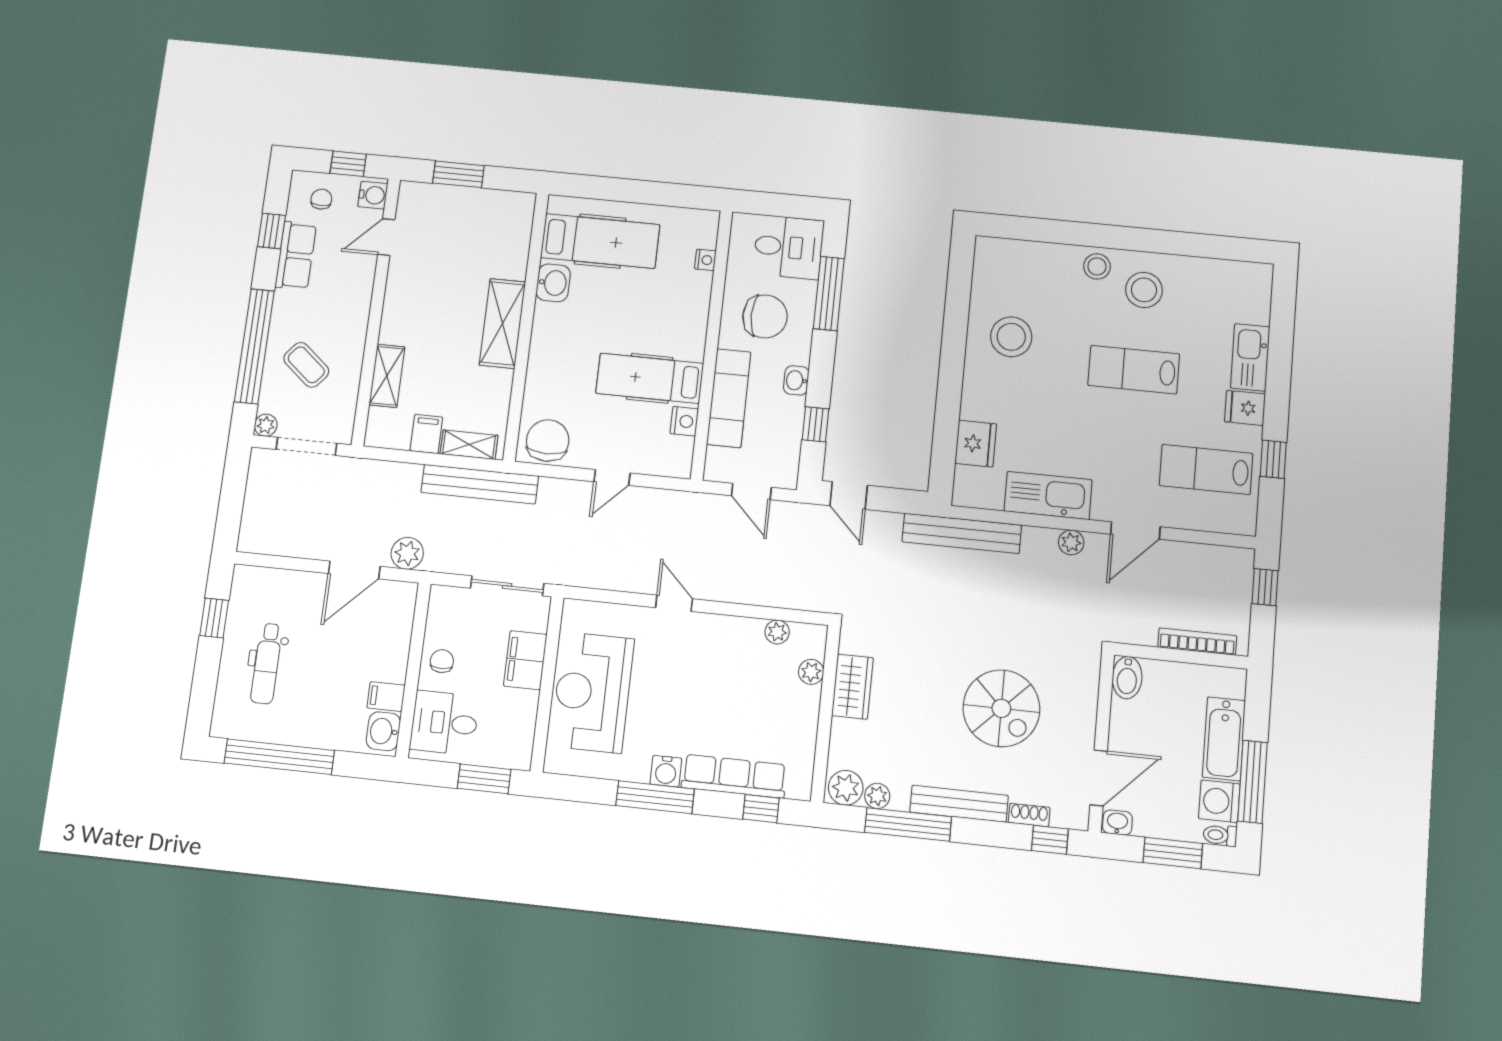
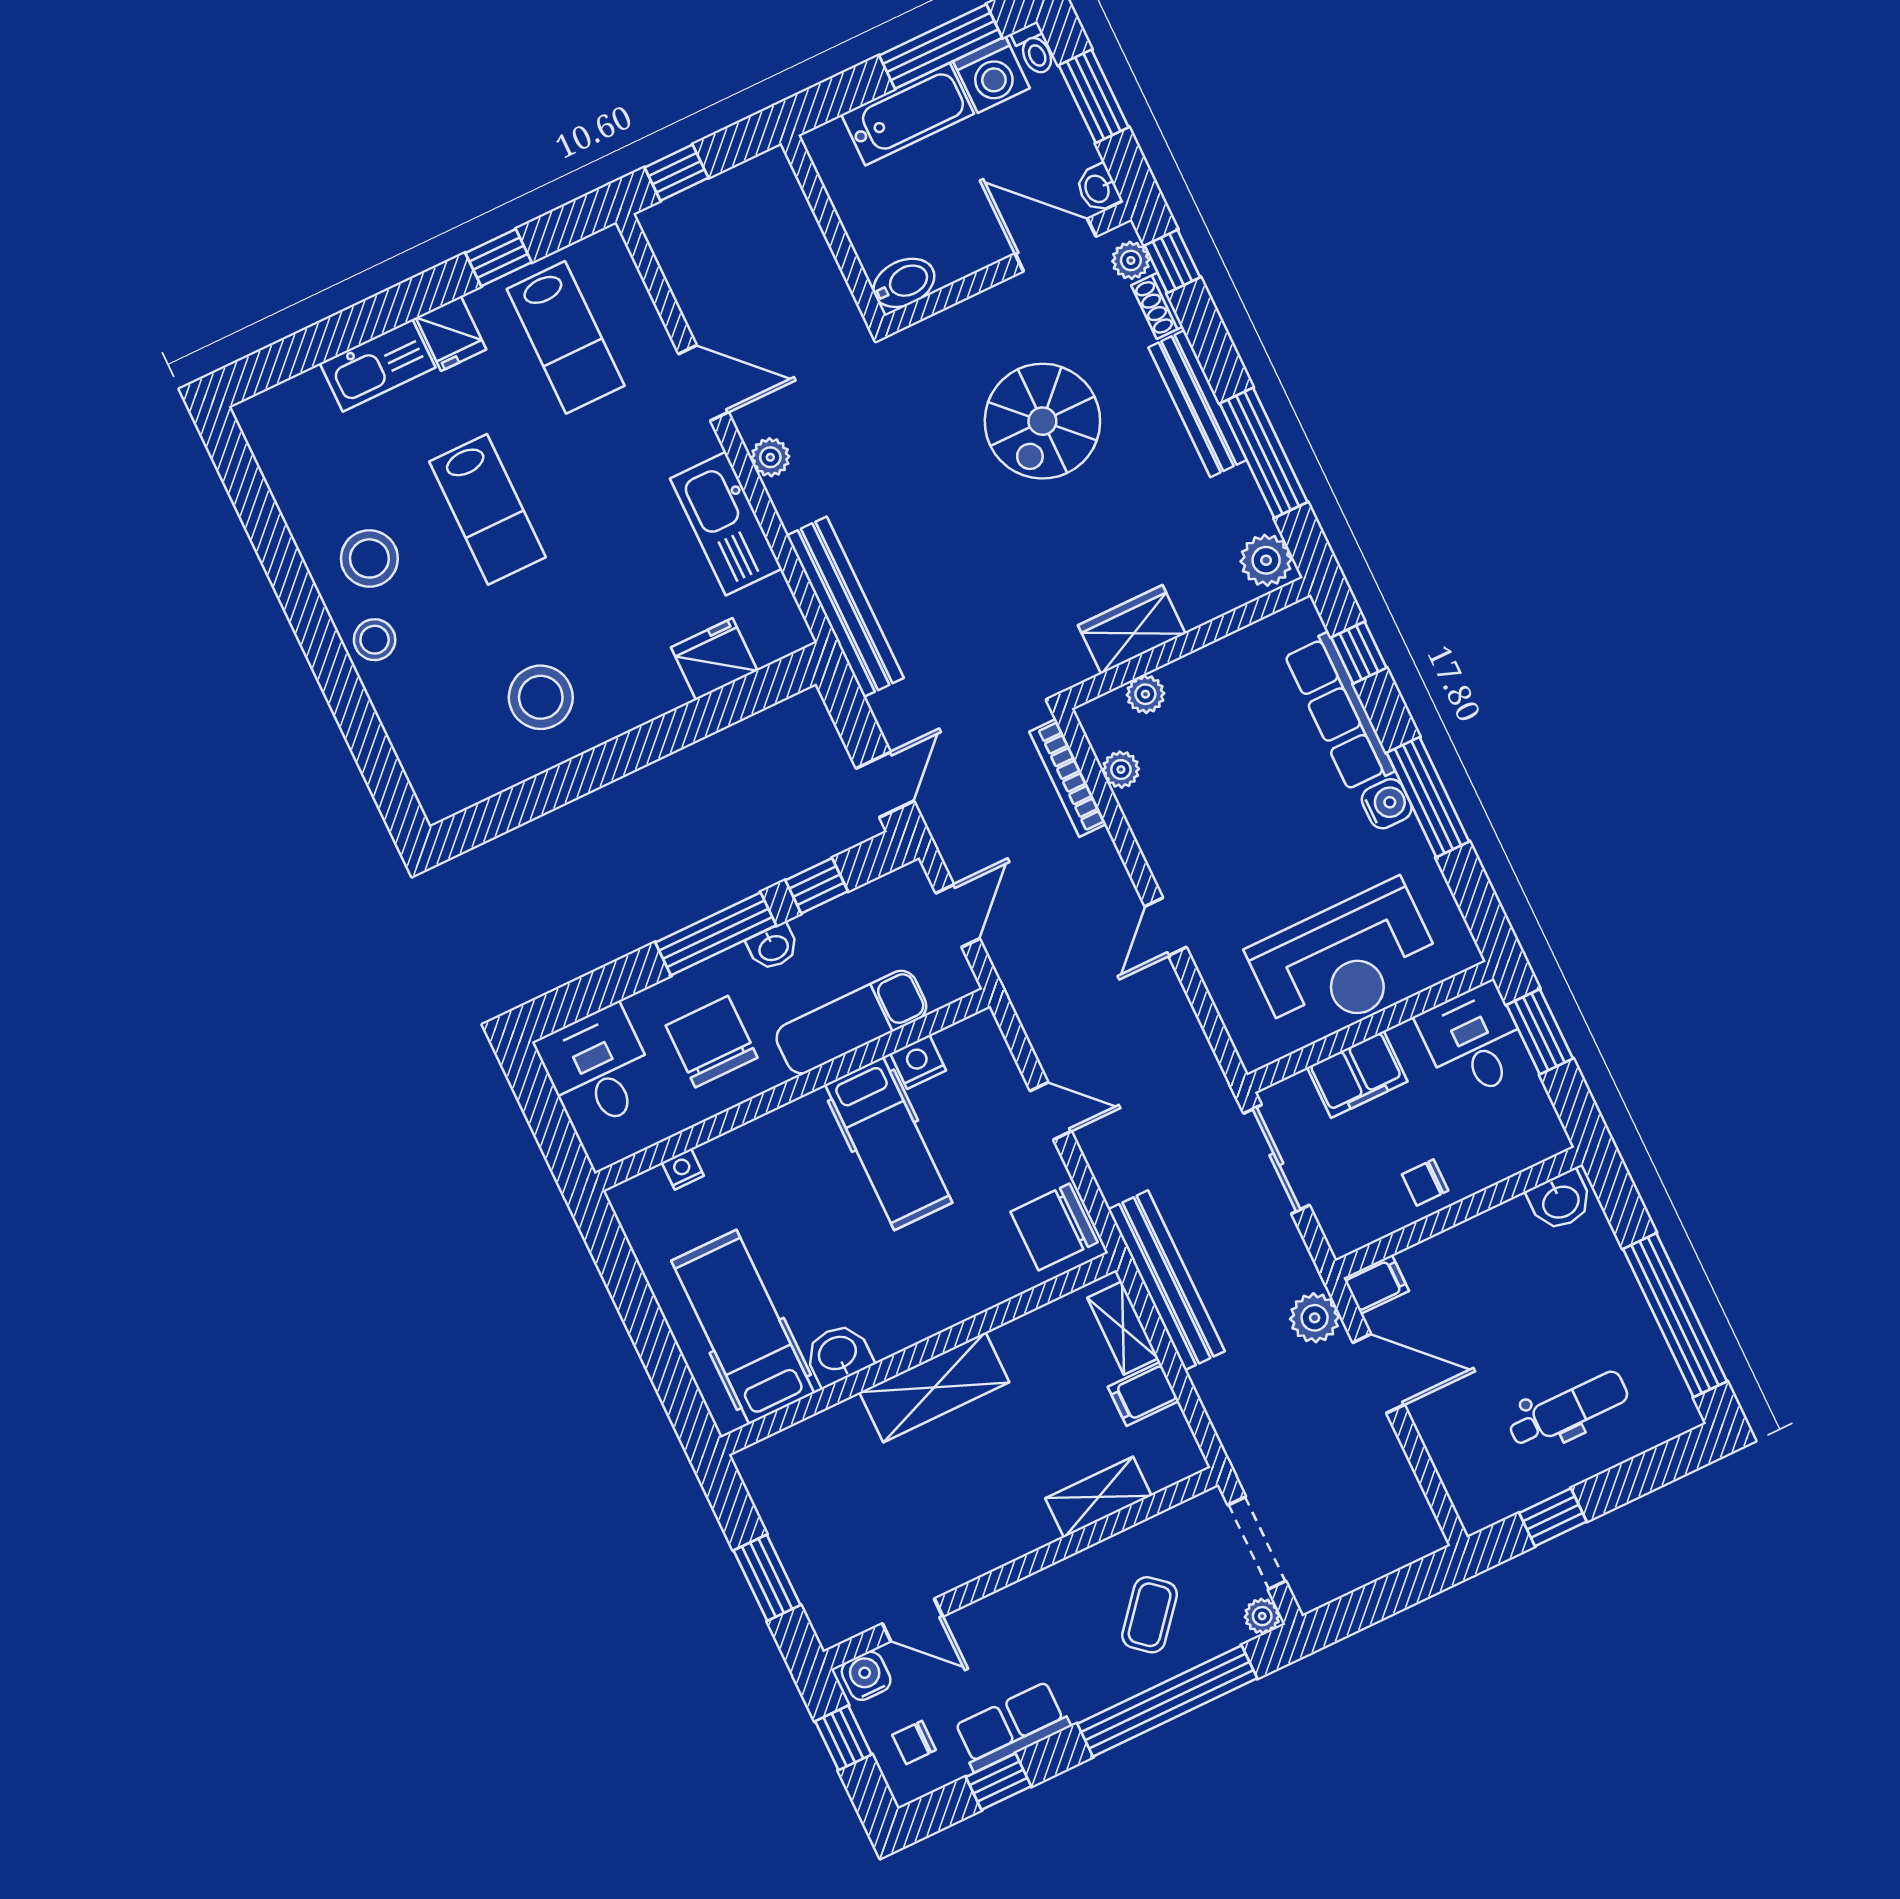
window: (829, 294) -> (716, 934), moved
bookcase: (1197, 641) -> (1068, 778), moved
filing cabinet: (386, 697) -> (1376, 1284), moved, turned -90
spiral stairs: (1001, 708) -> (1042, 421), turned 180
desk: (444, 723) -> (1474, 1041), moved, turned 180
plant: (877, 796) -> (1131, 260), moved

